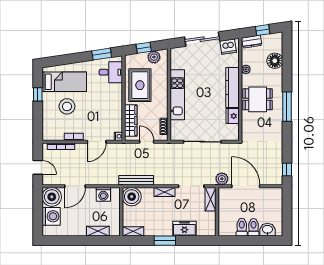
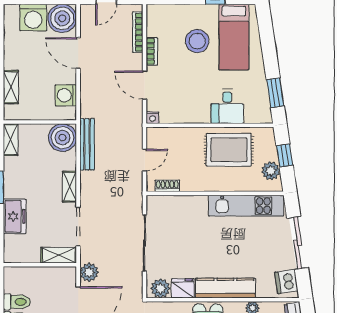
desk: (111, 72) -> (227, 106), moved
kitchen unit: (177, 95) -> (246, 206), moved
wardrobe: (131, 120) -> (176, 136), removed
plant: (233, 131) -> (160, 288), added

